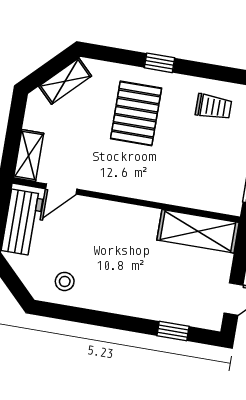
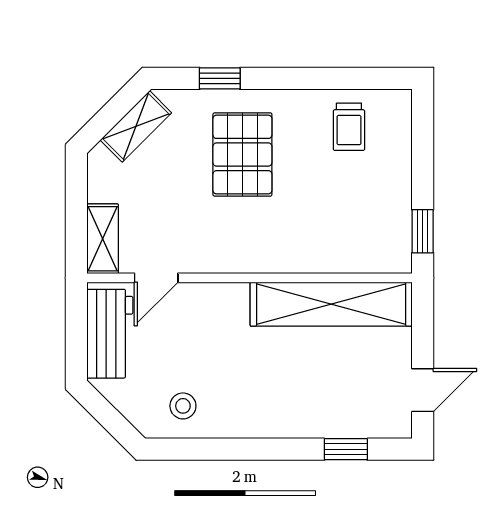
window: (159, 63) -> (220, 78), moved
trolley: (214, 107) -> (349, 127), turned 90
shelving: (198, 231) -> (331, 304), width x1.47

